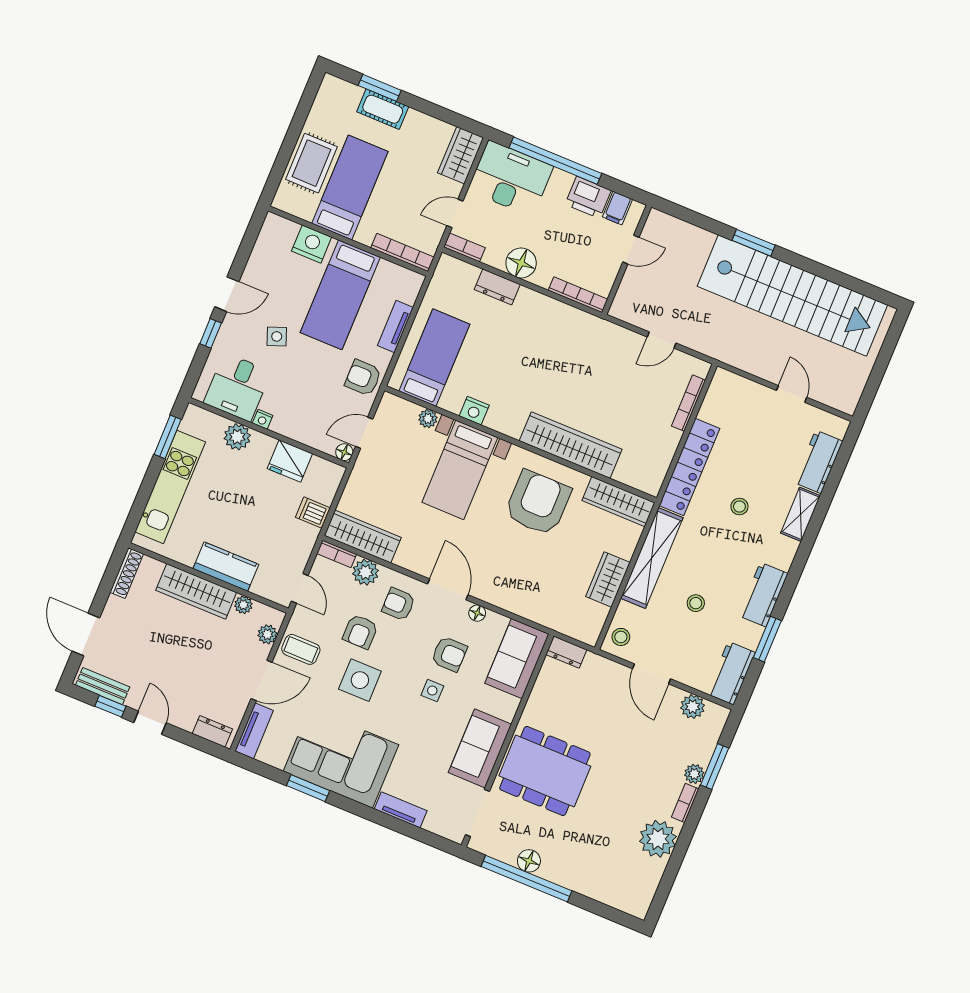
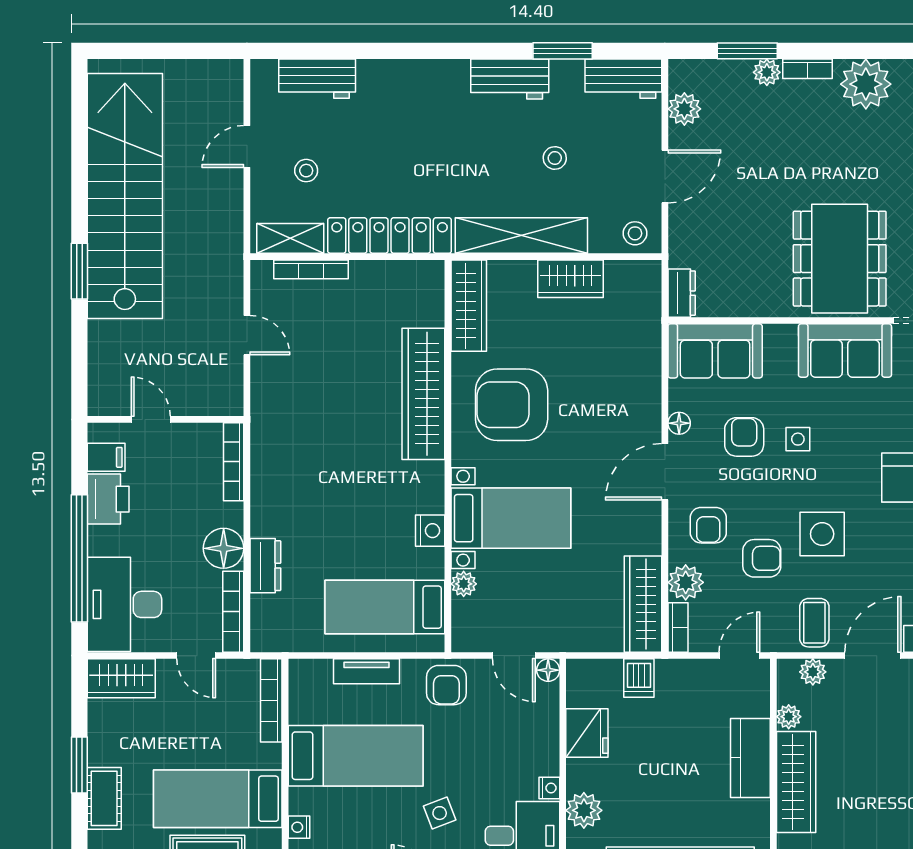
window: (380, 88) -> (79, 765), moved
nightstand: (312, 244) -> (299, 827), width x0.53, depth x0.56
bookcase: (464, 247) -> (233, 612), width x1.56
stool: (739, 507) -> (306, 171), moved
shelving: (801, 514) -> (290, 238), moved
door: (262, 680) -> (873, 656), hinge flipped

